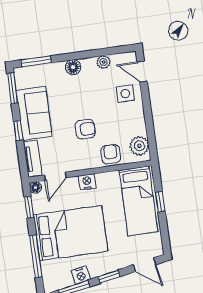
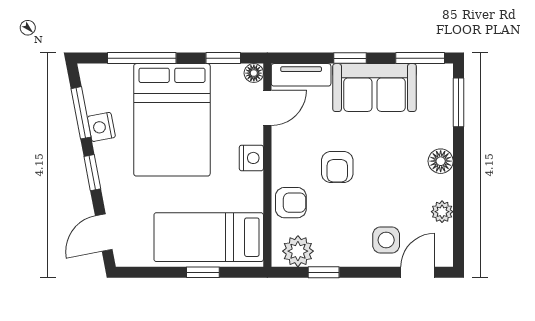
window: (150, 129) -> (324, 272), added
door: (55, 176) -> (267, 108), swing flipped

